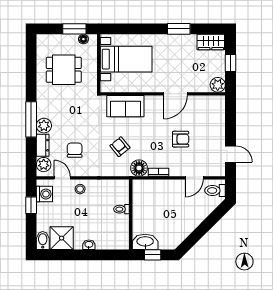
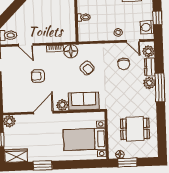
plant: (152, 103) -> (62, 105), added
door: (194, 178) -> (26, 45), swing flipped

